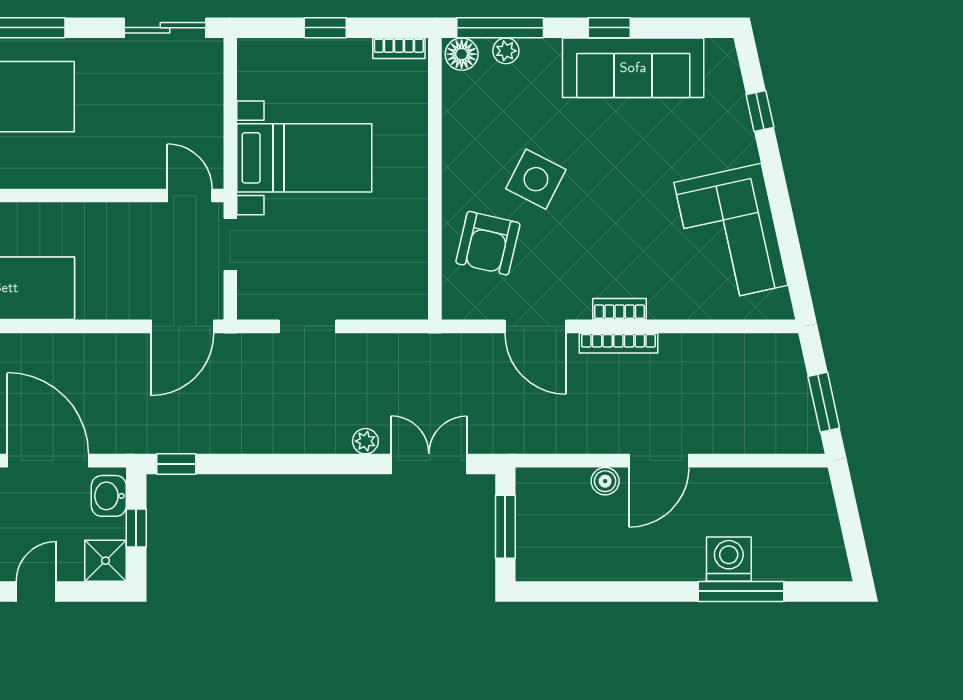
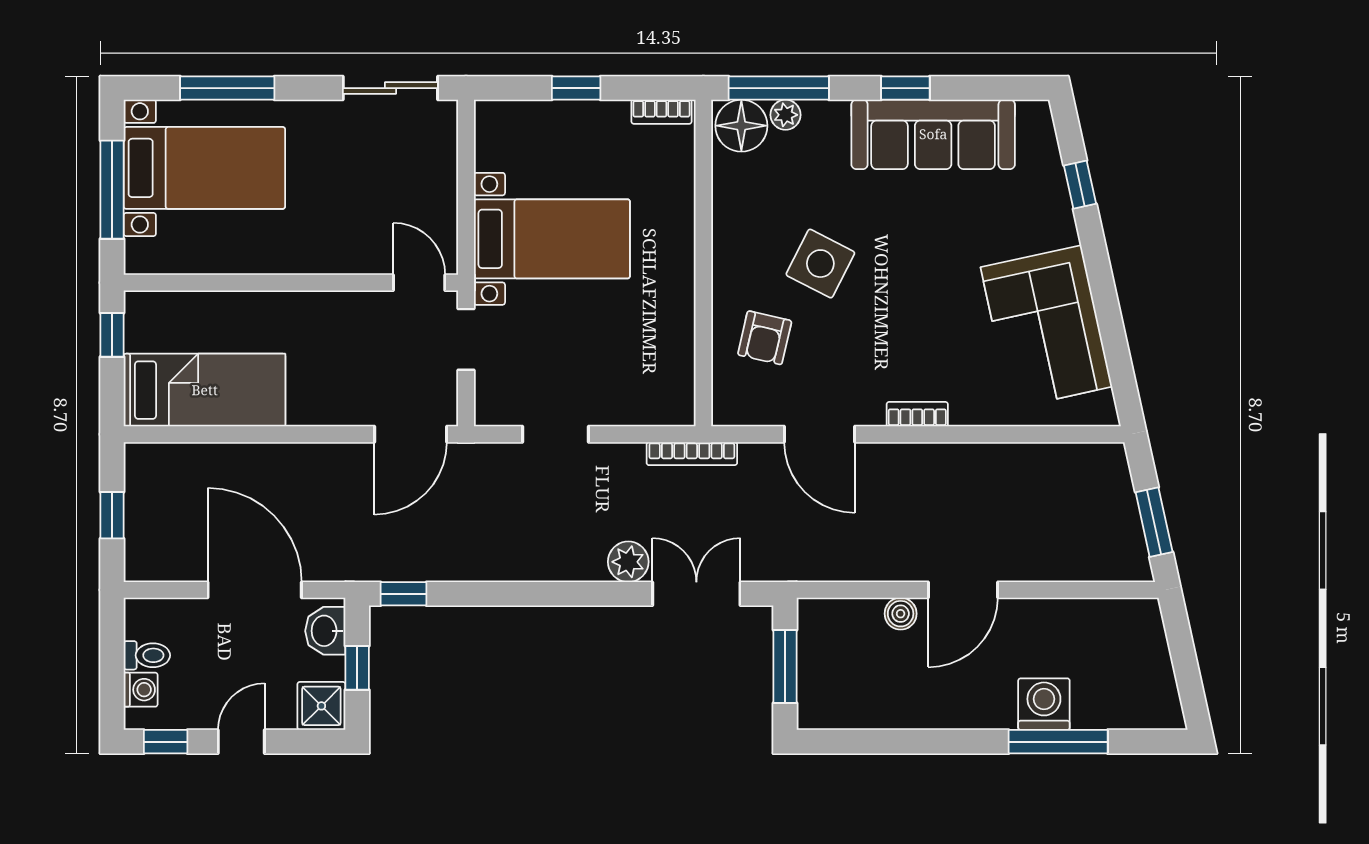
floor lamp: (462, 54) -> (741, 126), width x1.38, depth x1.38
armchair: (488, 243) -> (765, 338), width x0.72, depth x0.72
bookcase: (618, 343) -> (692, 454), moved
plant: (365, 441) -> (628, 562), width x1.38, depth x1.38

